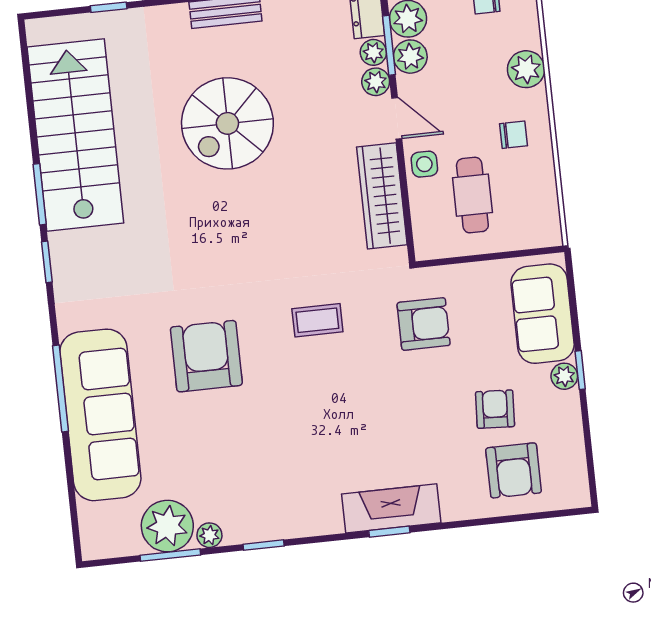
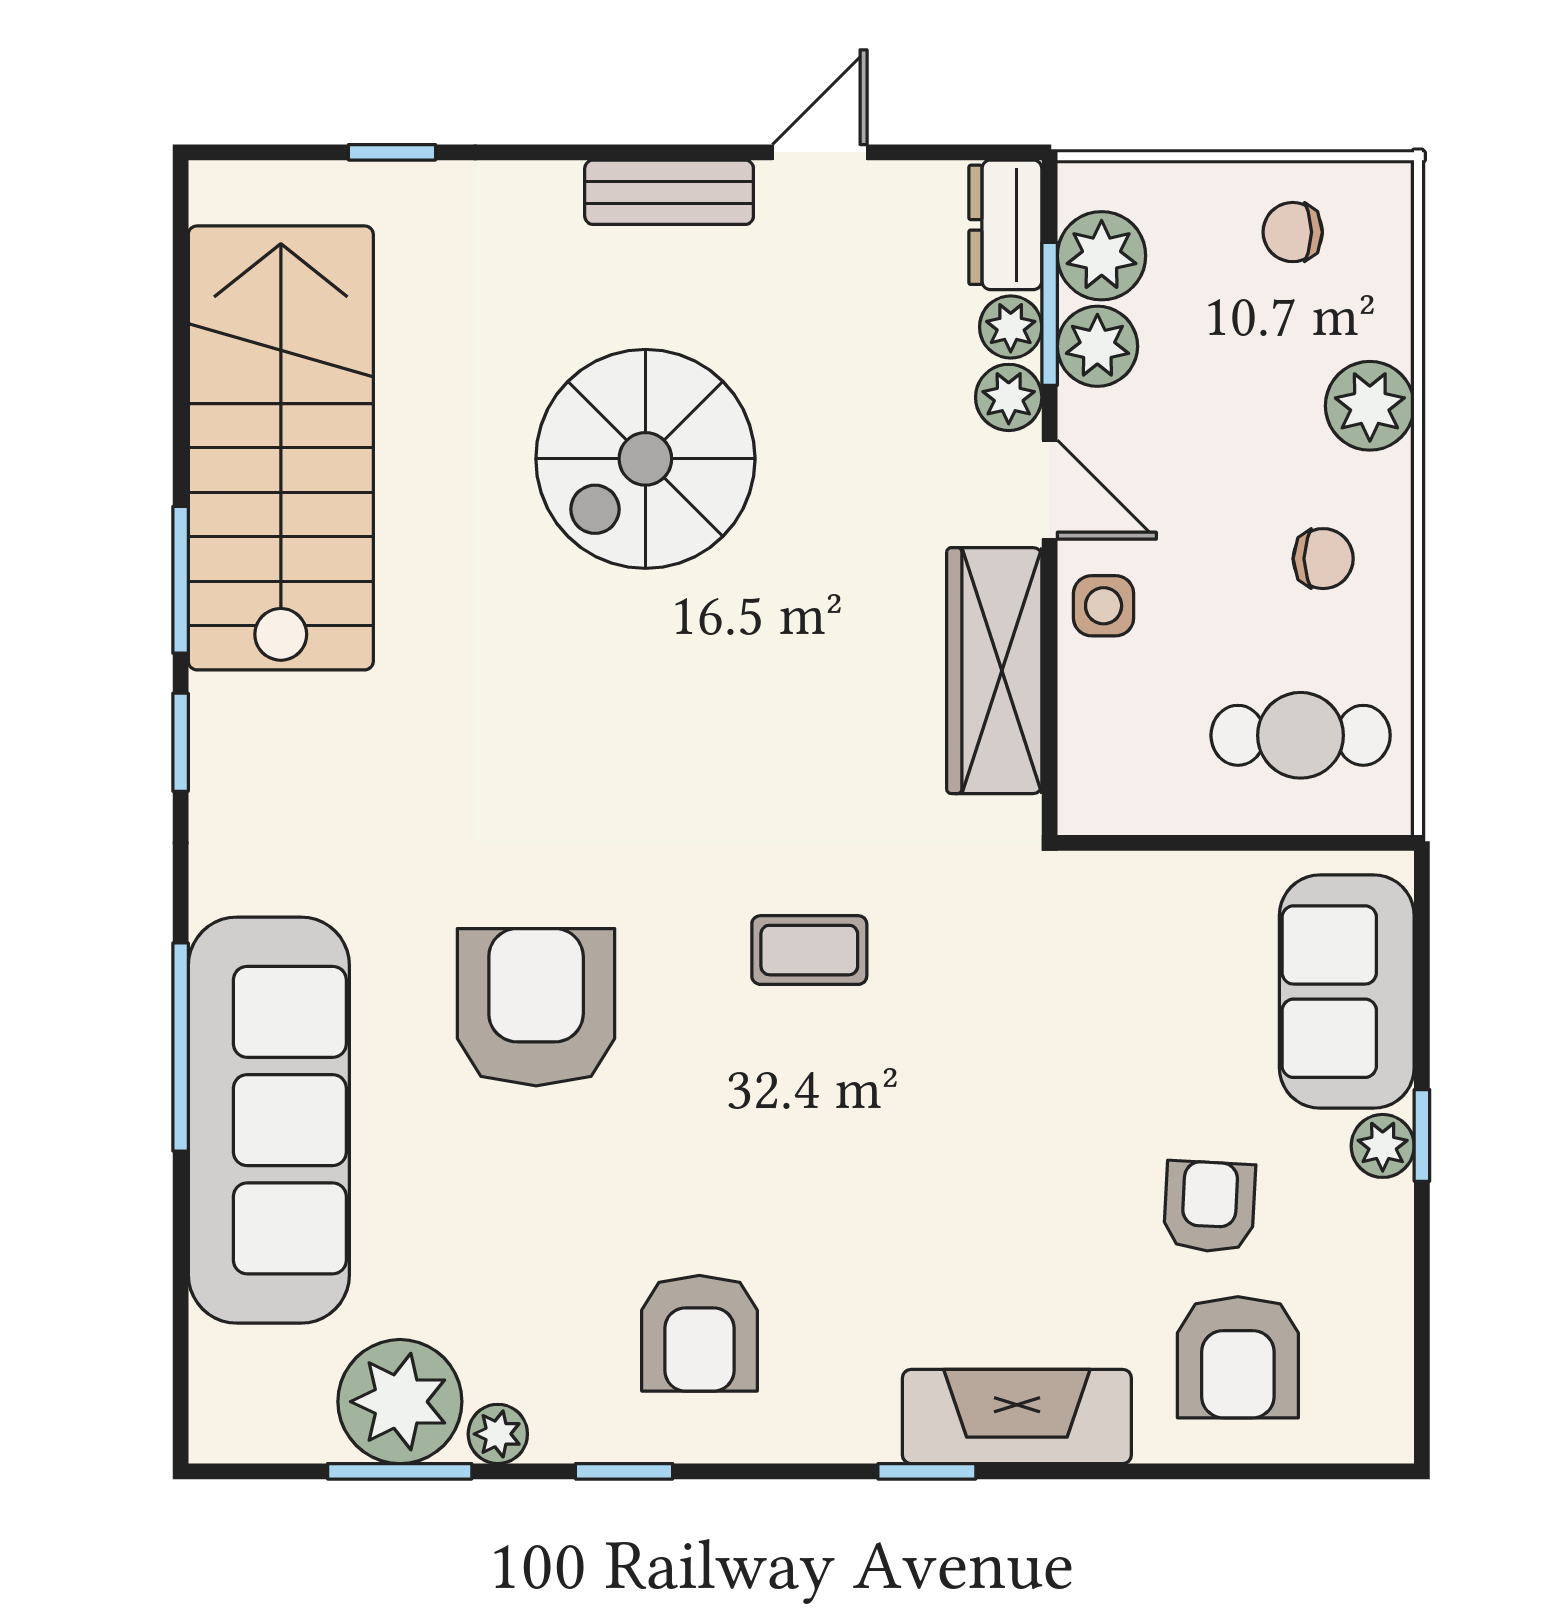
cafe table: (472, 195) -> (1301, 735), moved, turned 90
armchair: (424, 324) -> (699, 1333), moved, turned 90
fireplace: (391, 508) -> (1017, 1416), moved

